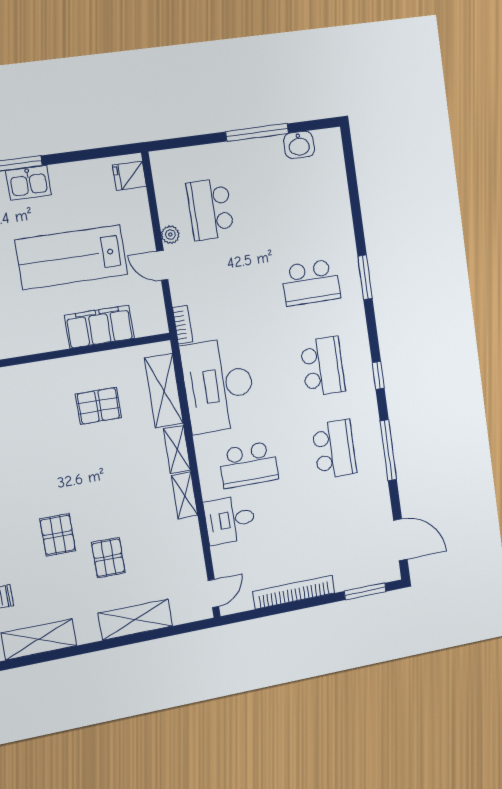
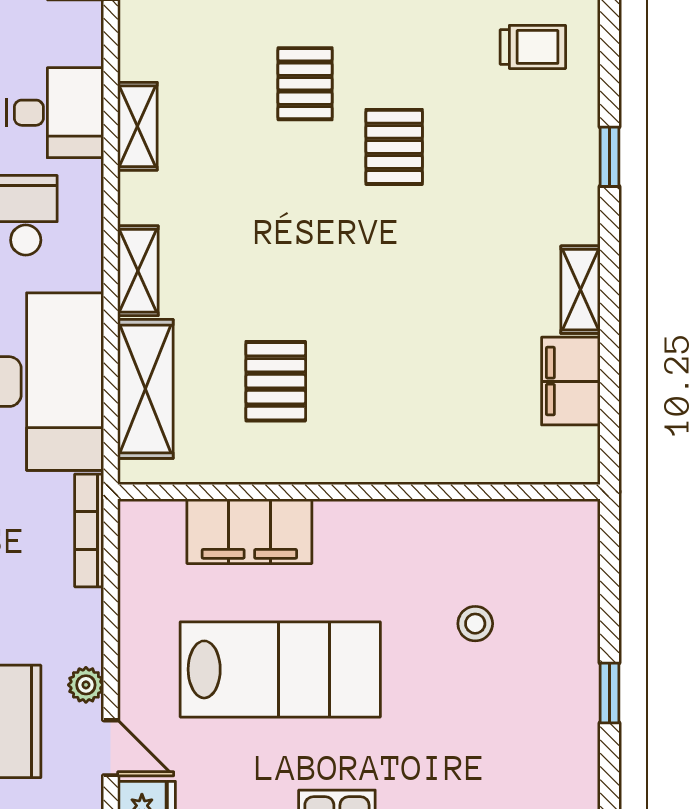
door: (162, 265) -> (111, 748), moved
bookcase: (183, 325) -> (89, 530), width x1.56
pallet: (99, 406) -> (276, 381), turned 90
shelving: (185, 495) -> (137, 126), moved

